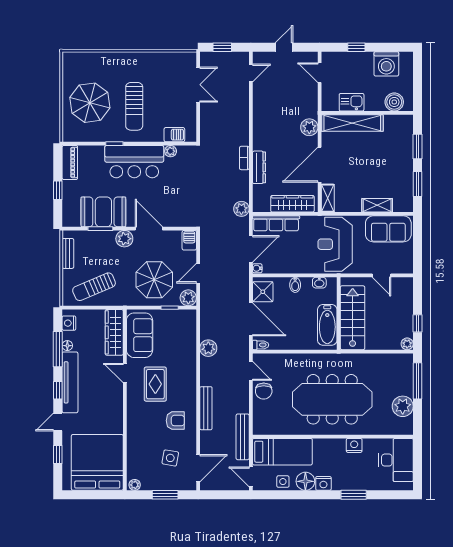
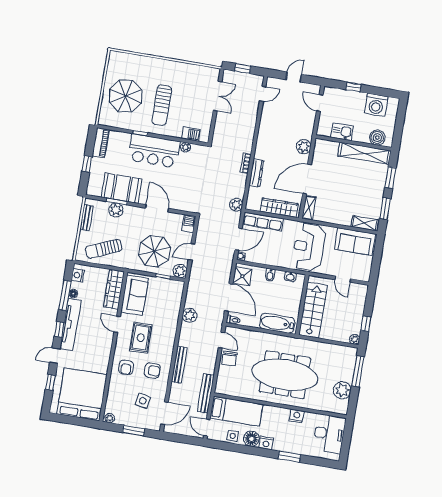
shelving: (352, 123) -> (364, 153), moved
shelving: (377, 205) -> (365, 223), moved
plant: (124, 239) -> (116, 210), moved
bathtub: (327, 325) -> (277, 323), moved, turned 90
armchair: (144, 422) -> (126, 367), added

